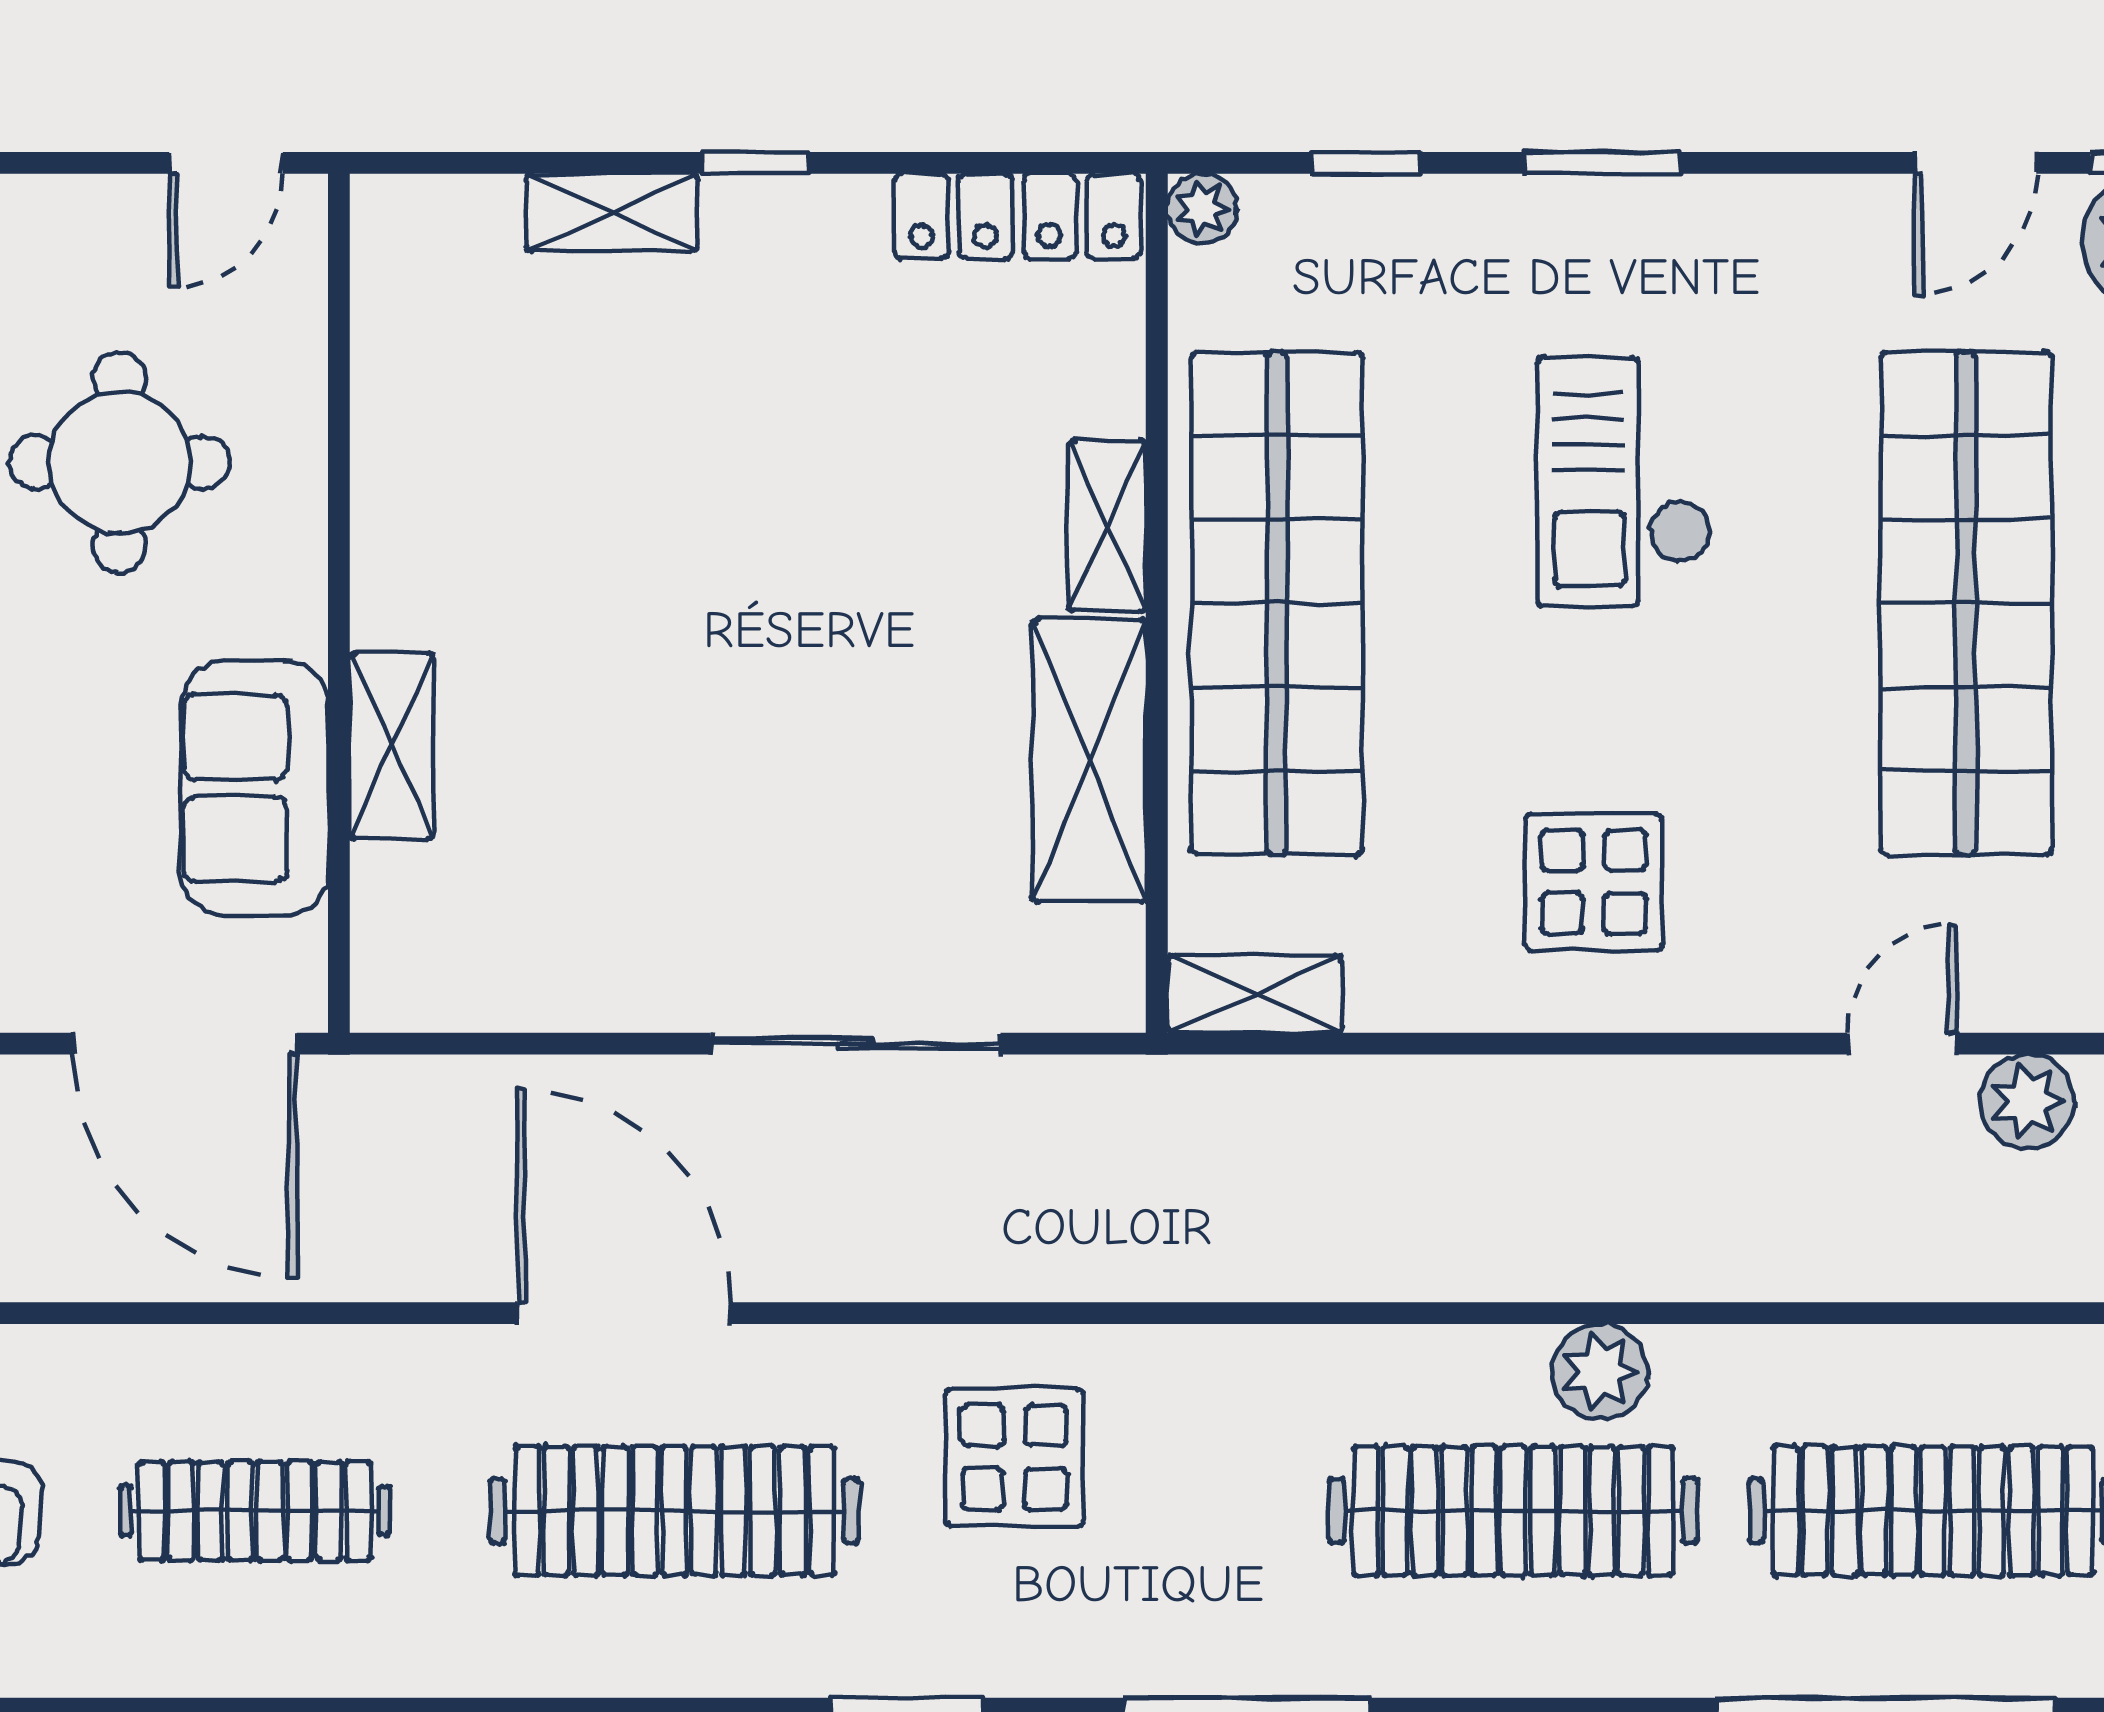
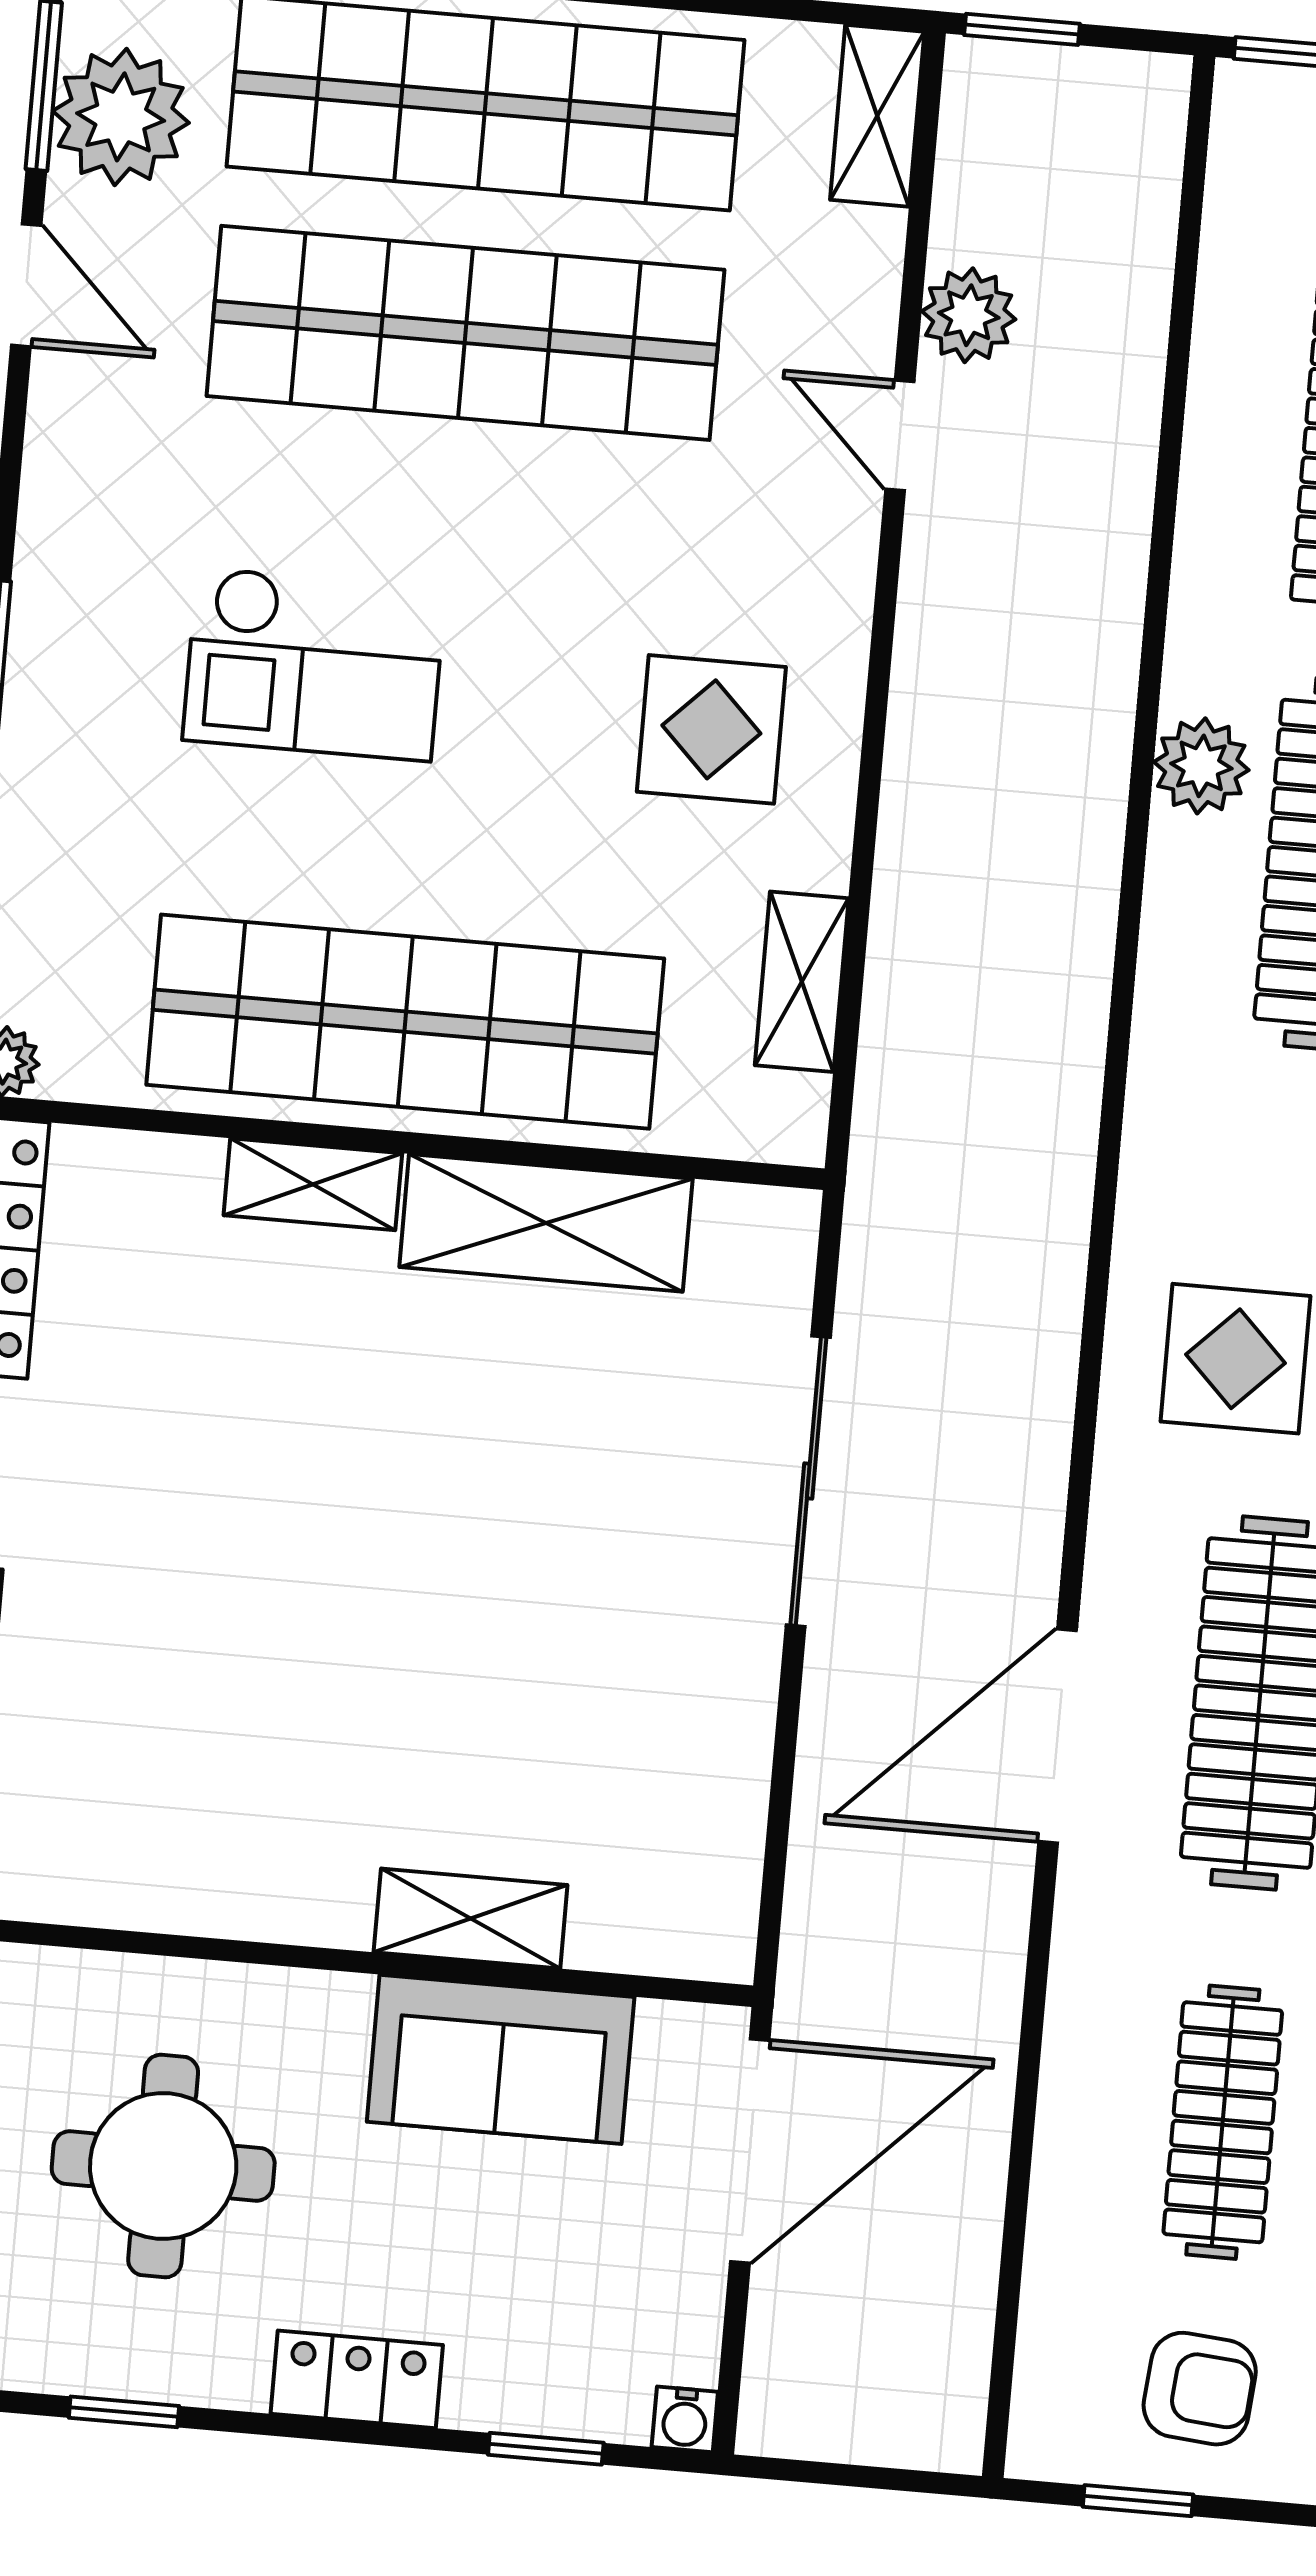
shelving: (1255, 994) -> (802, 982), moved

